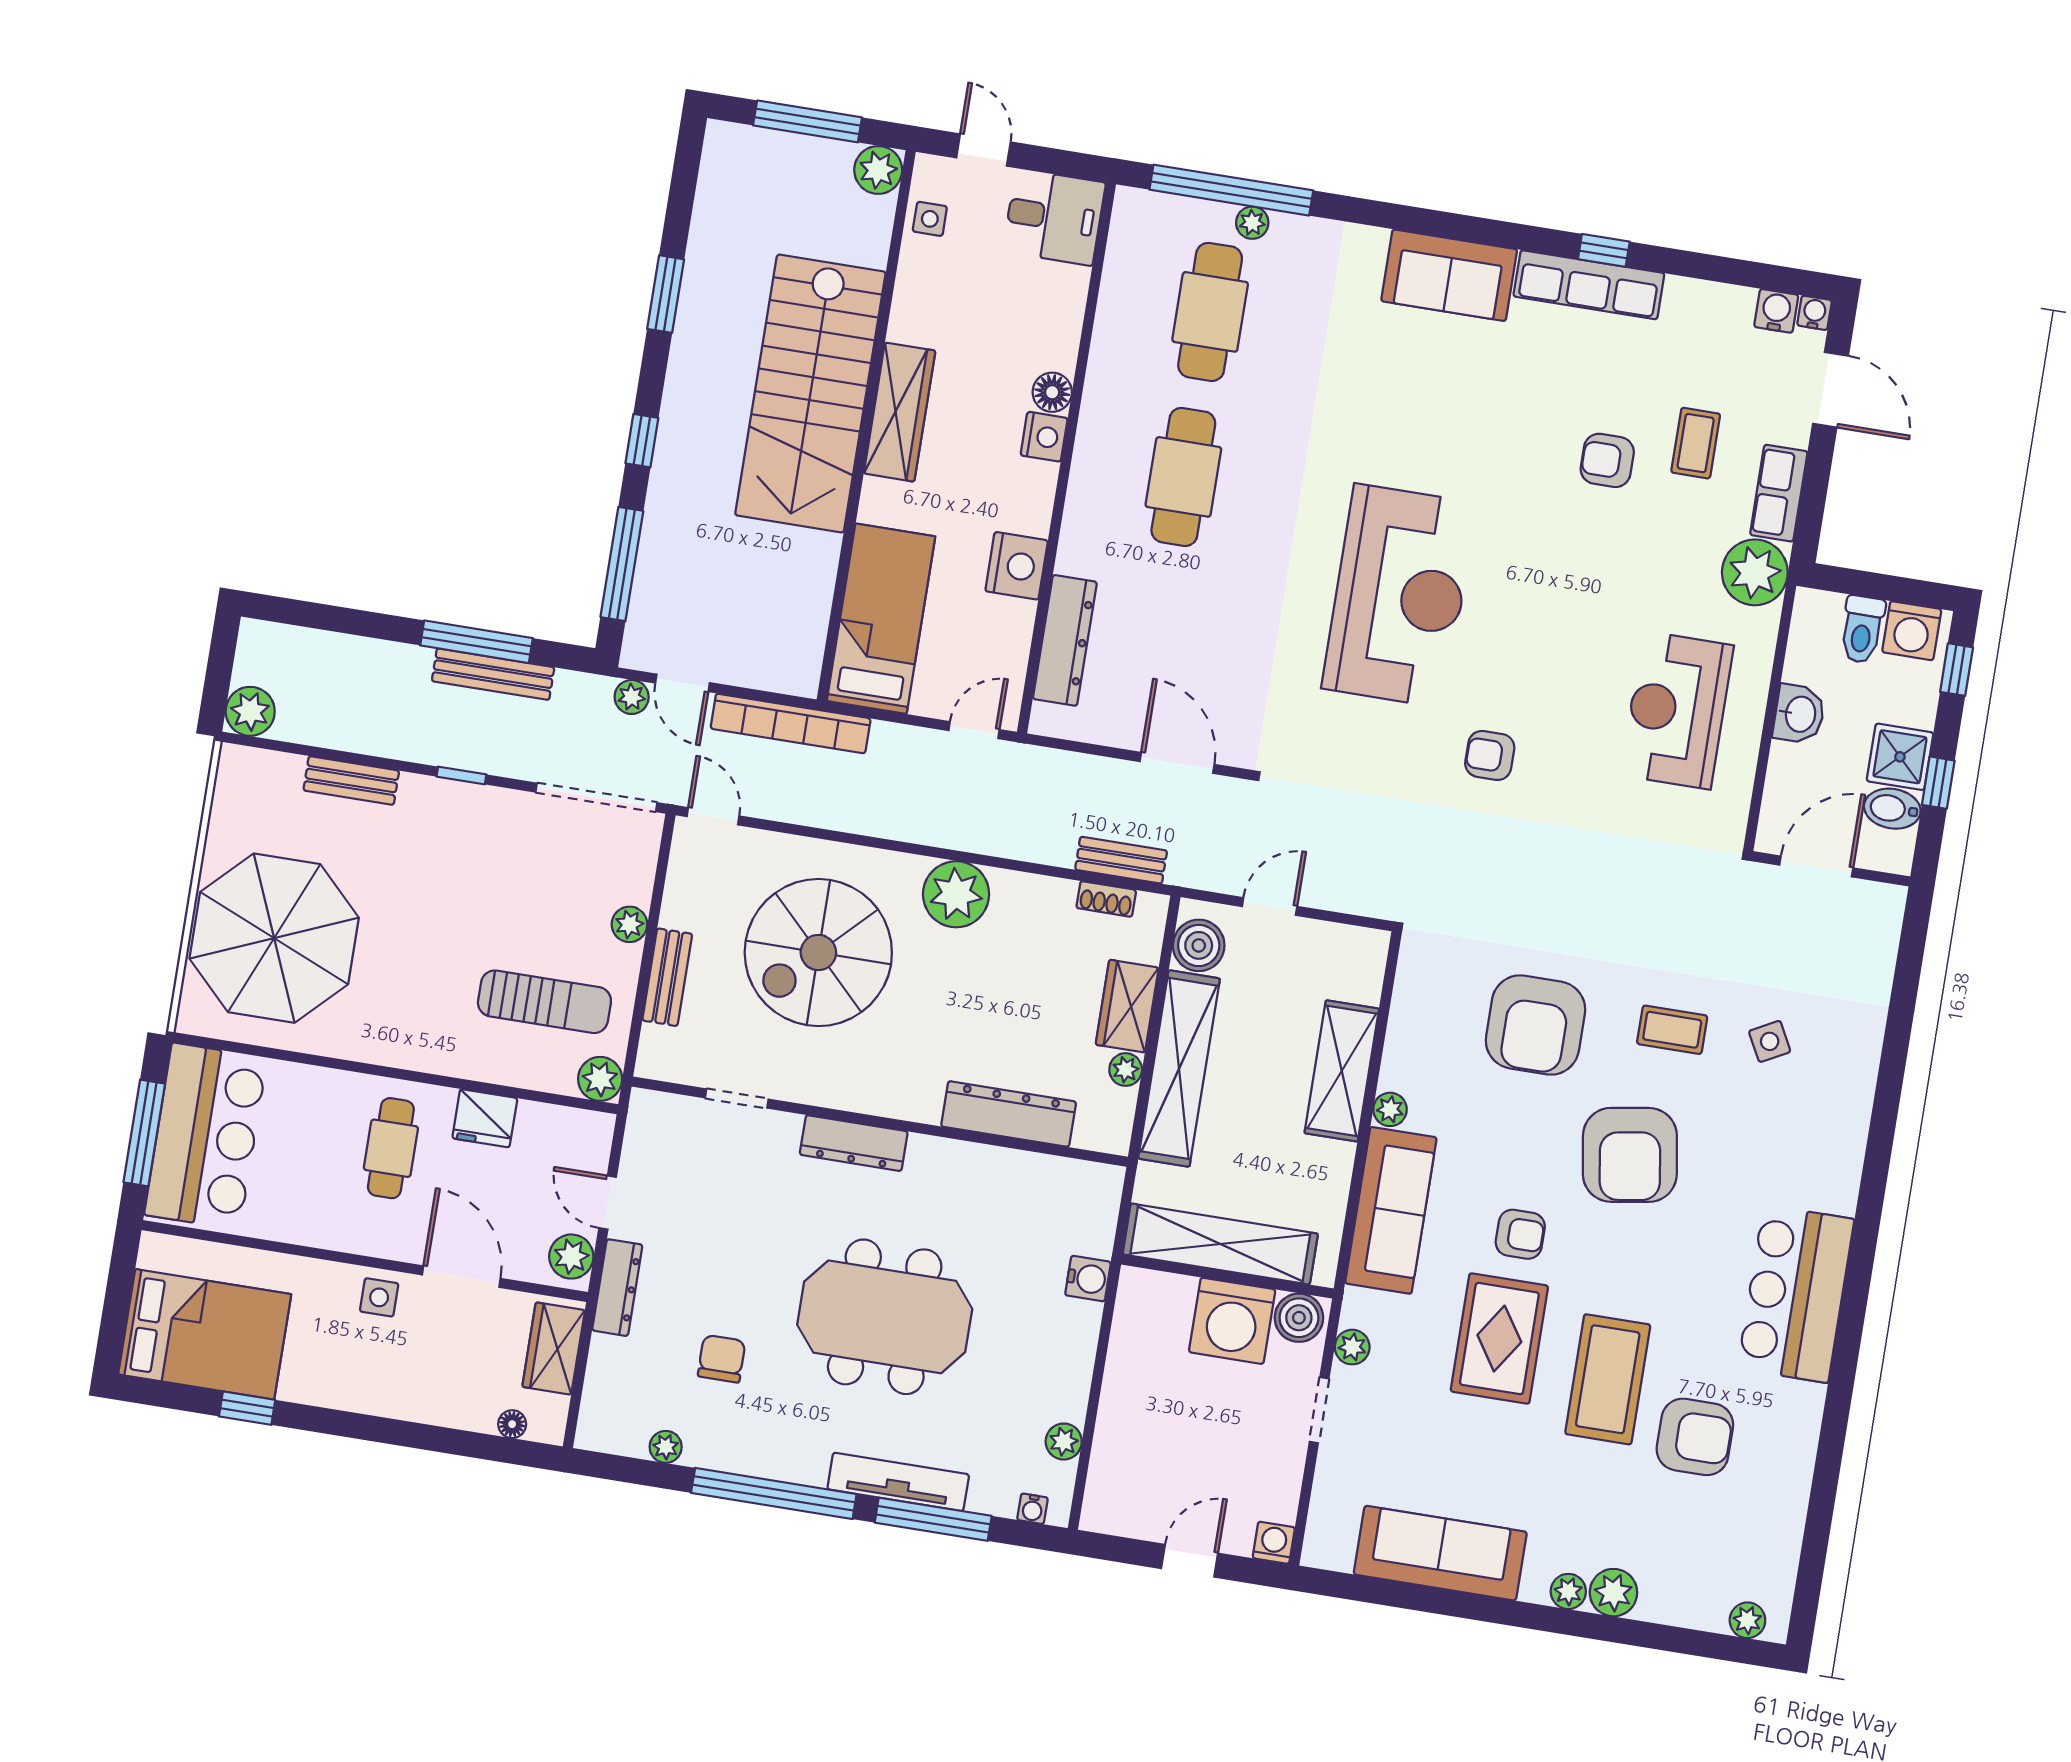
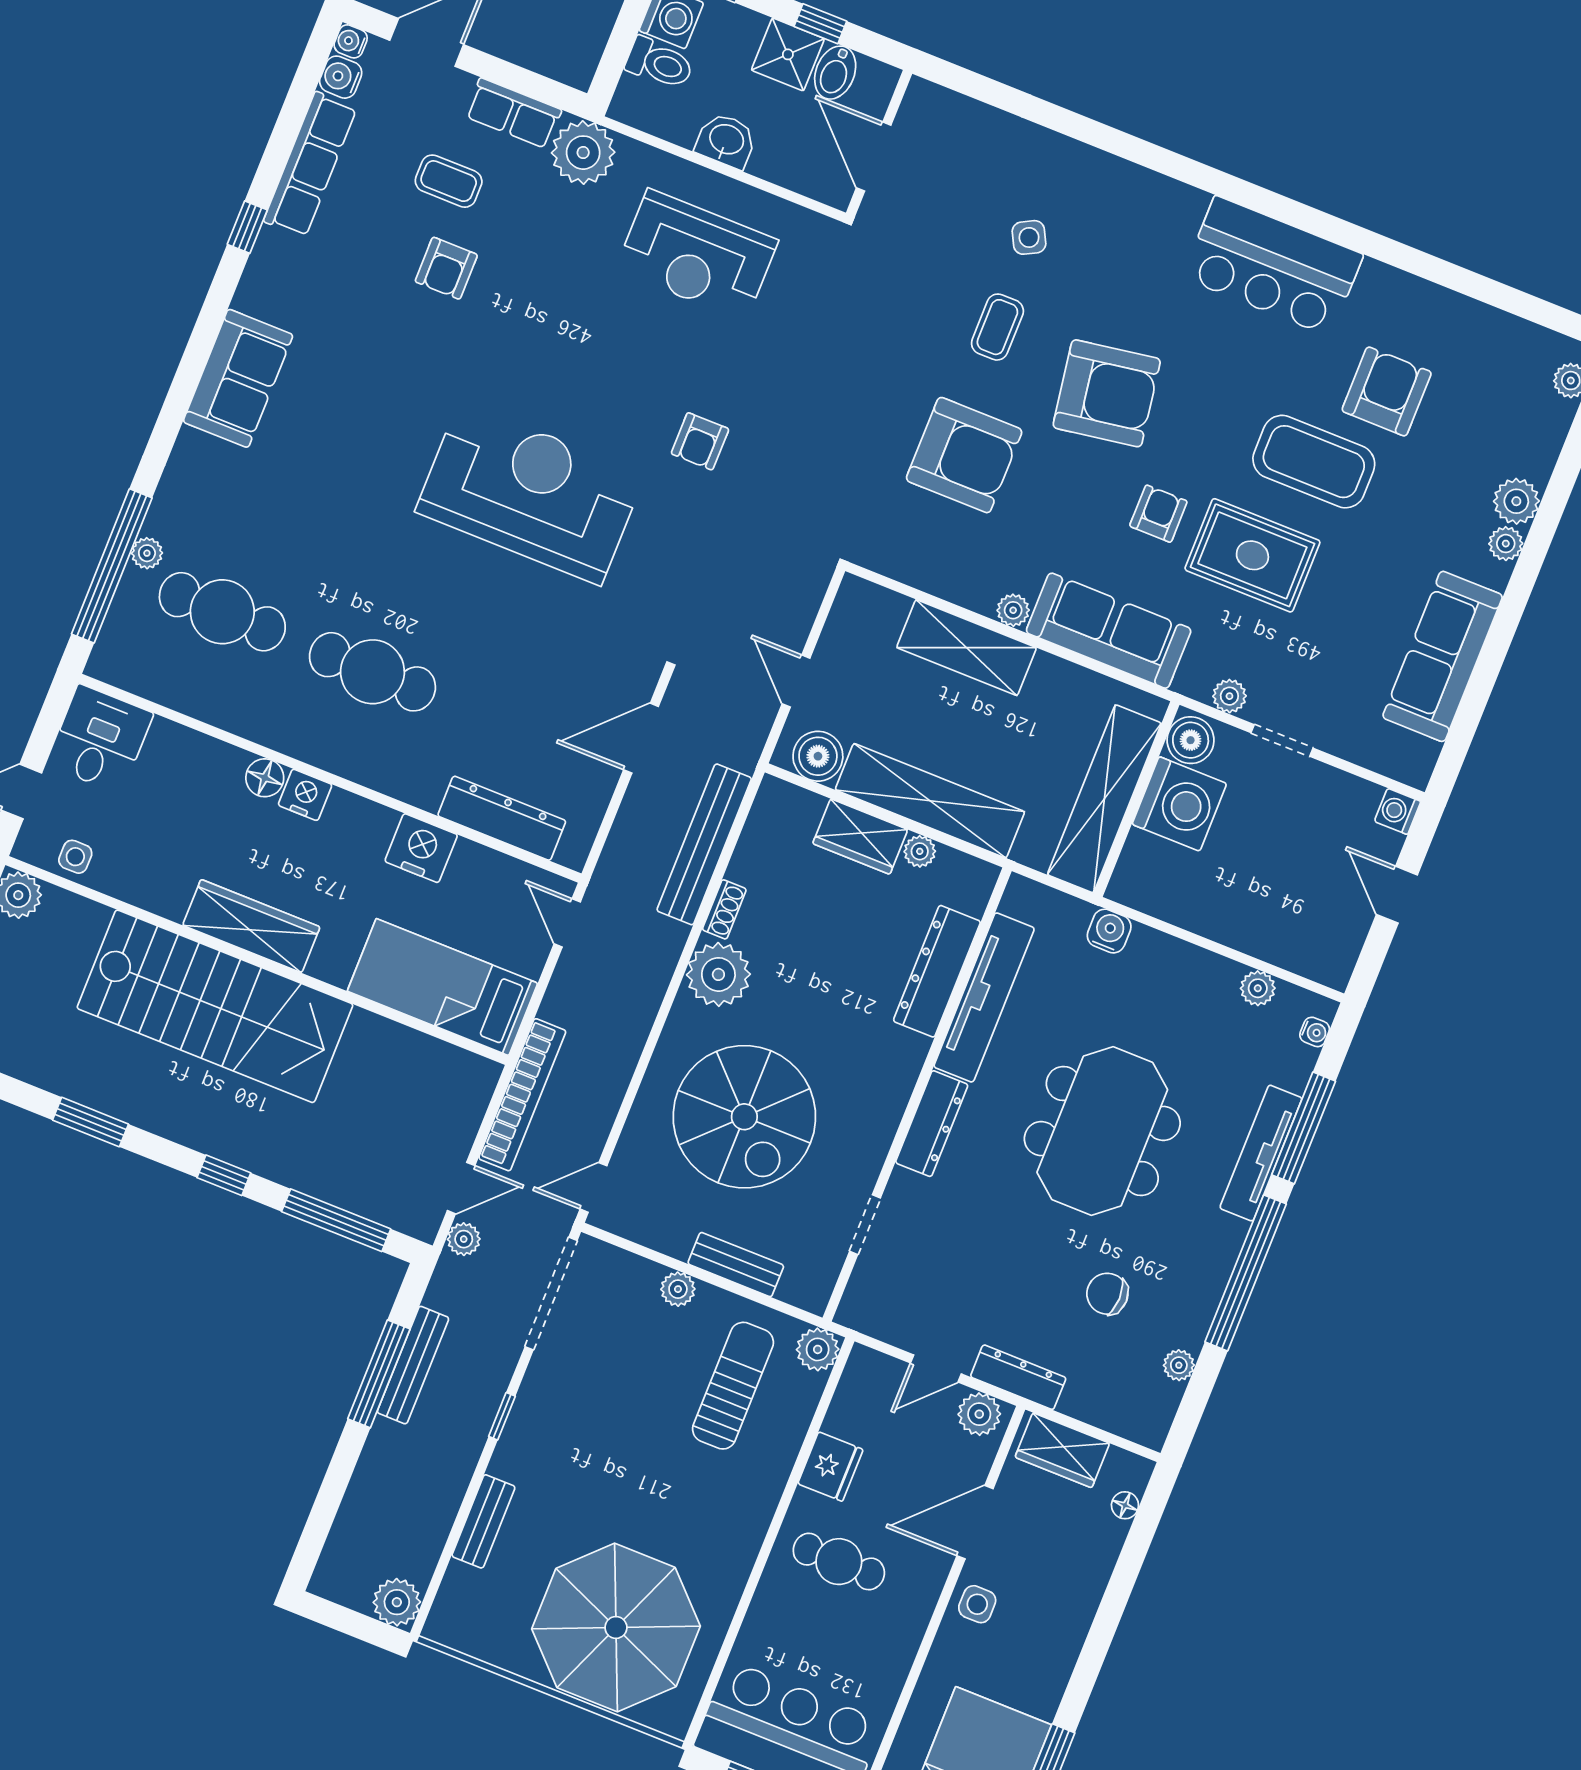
row of seats: (1589, 285) -> (310, 164), moved
bench: (1121, 860) -> (704, 844), width x1.86, depth x1.21
shoe rack: (1106, 899) -> (724, 909), moved
tv unit: (993, 1167) -> (984, 997), added

